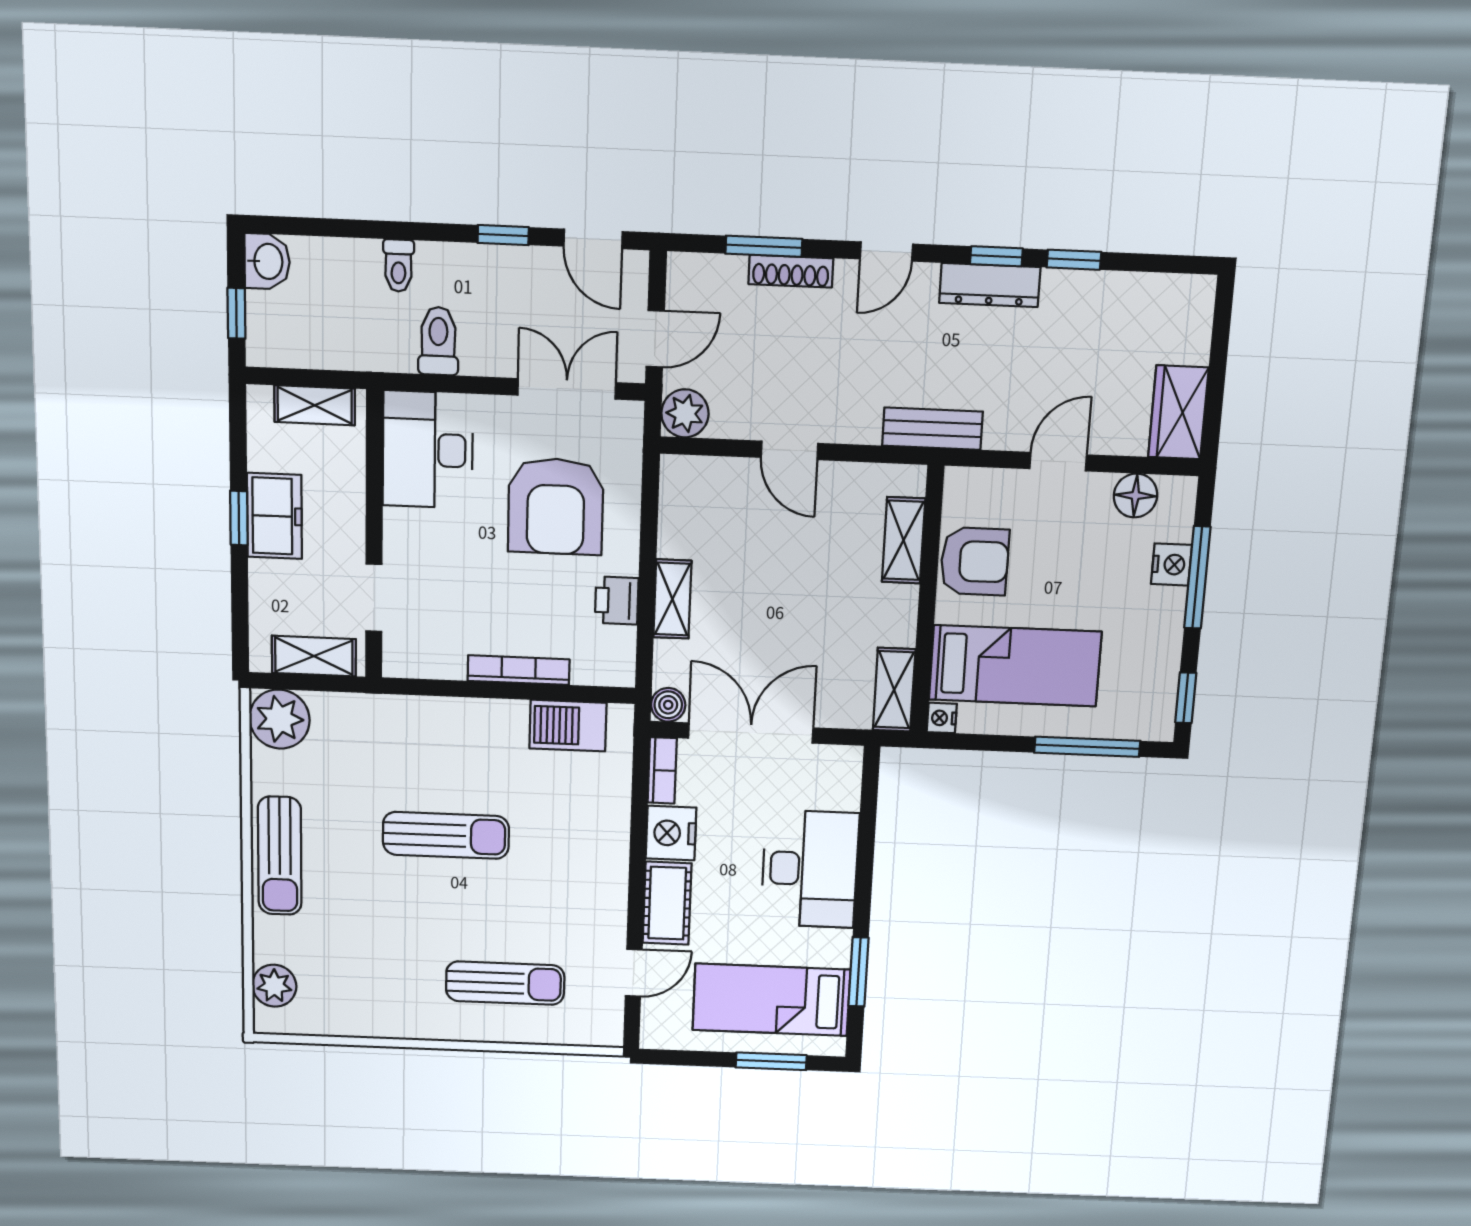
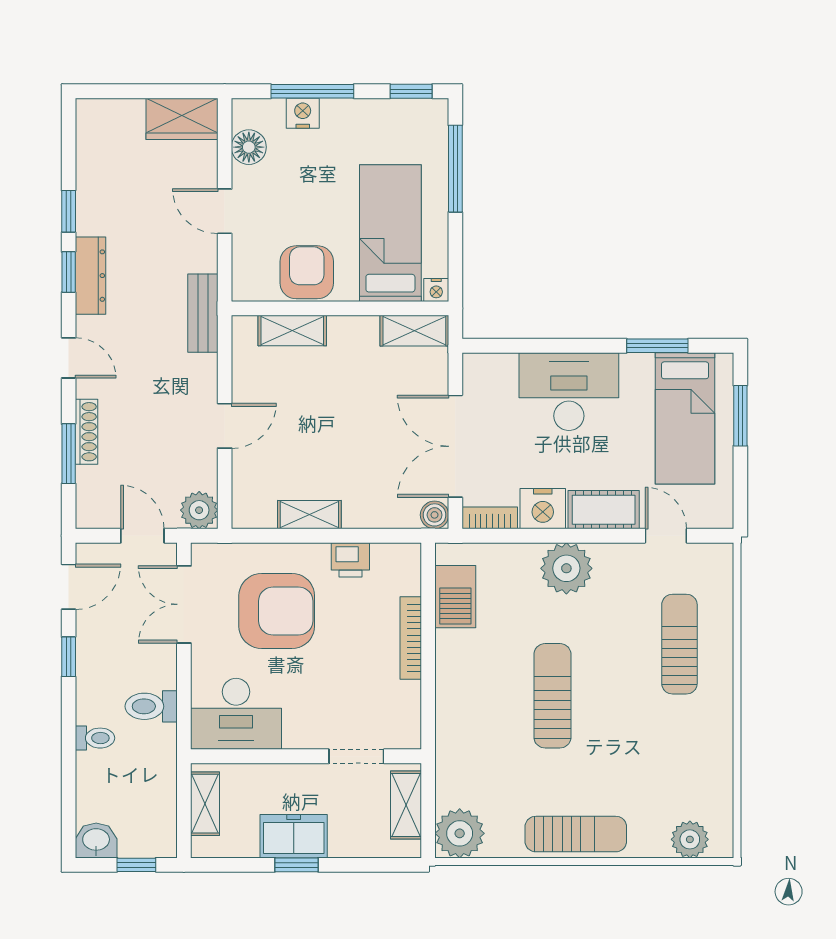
shelving: (672, 599) -> (309, 515), moved
plant: (599, 858) -> (566, 568), added

